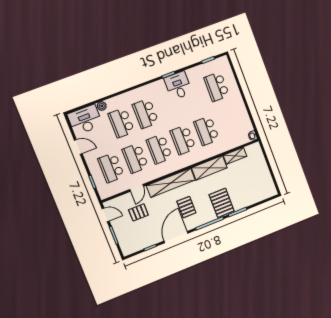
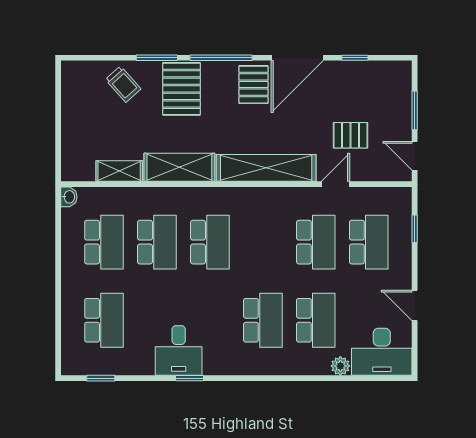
school desk: (159, 149) -> (104, 242), moved
trolley: (248, 195) -> (123, 84), added
pallet: (186, 207) -> (254, 85), moved

